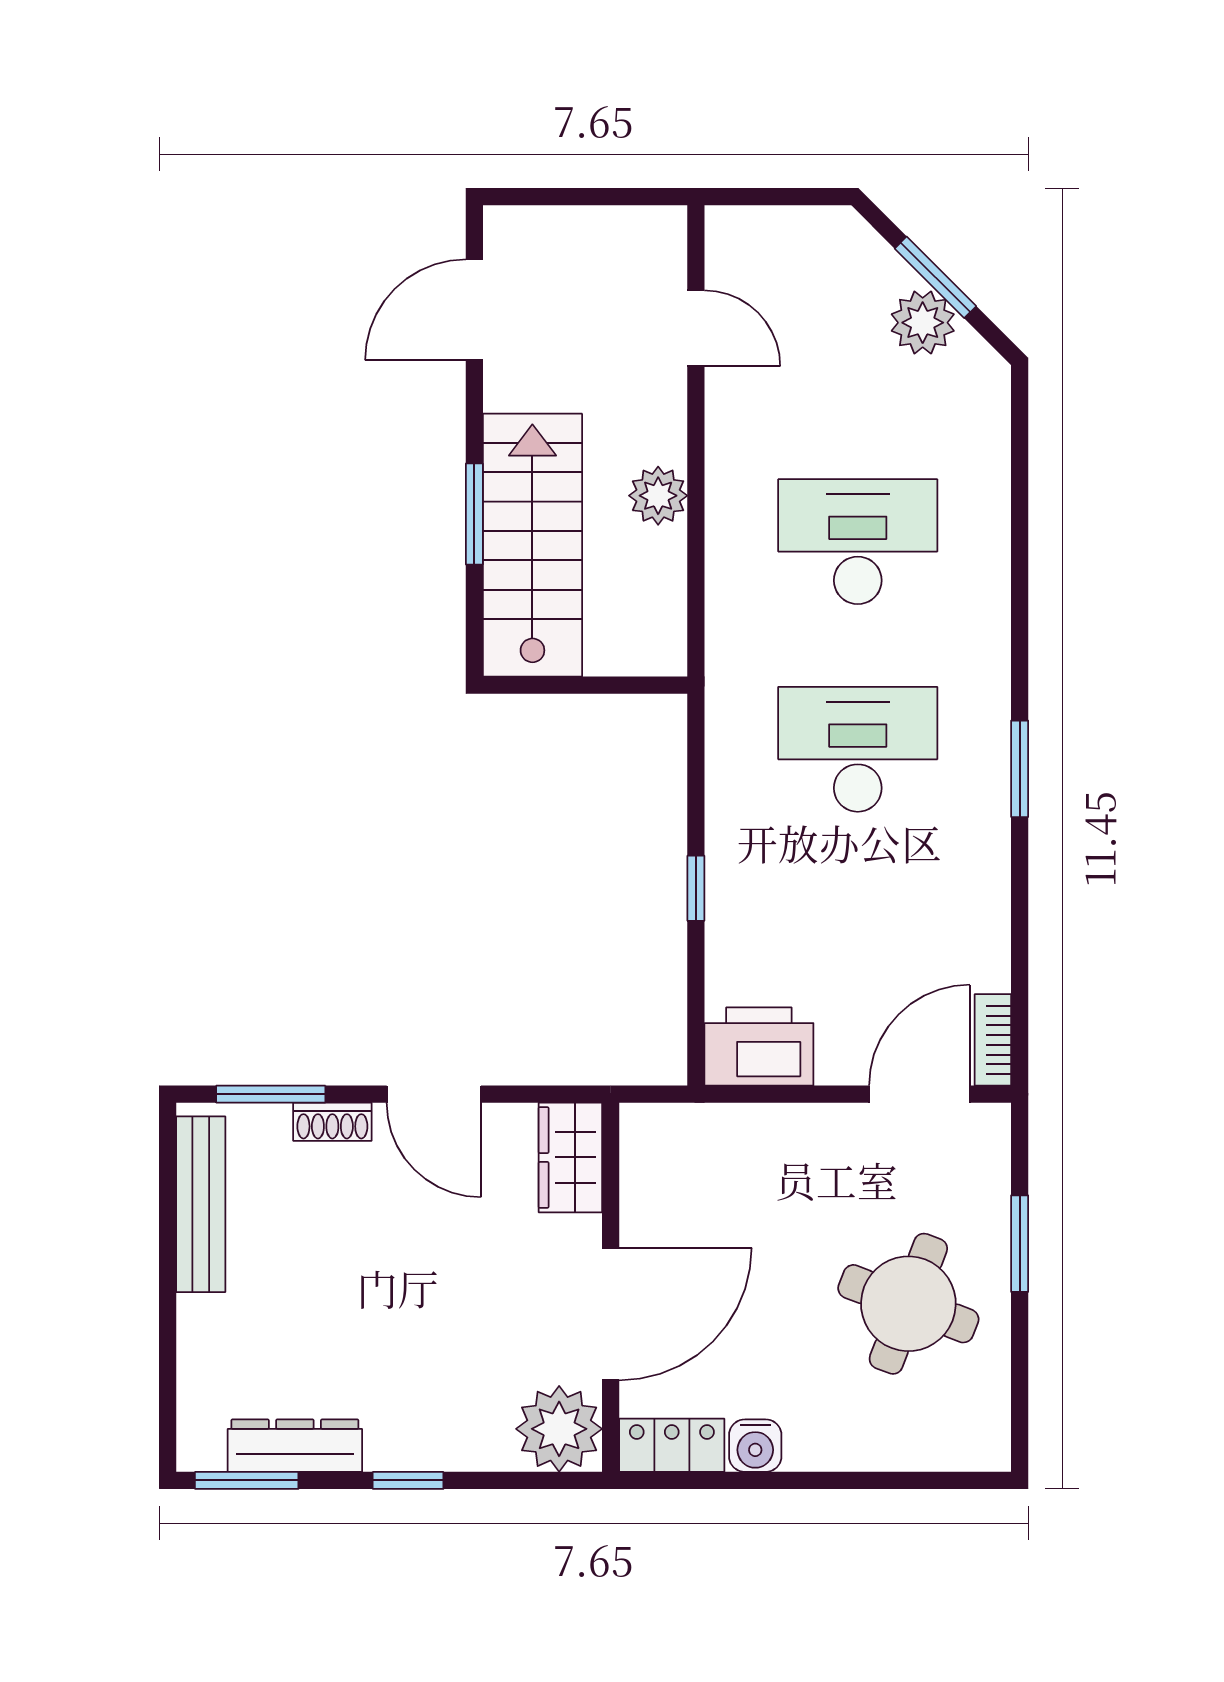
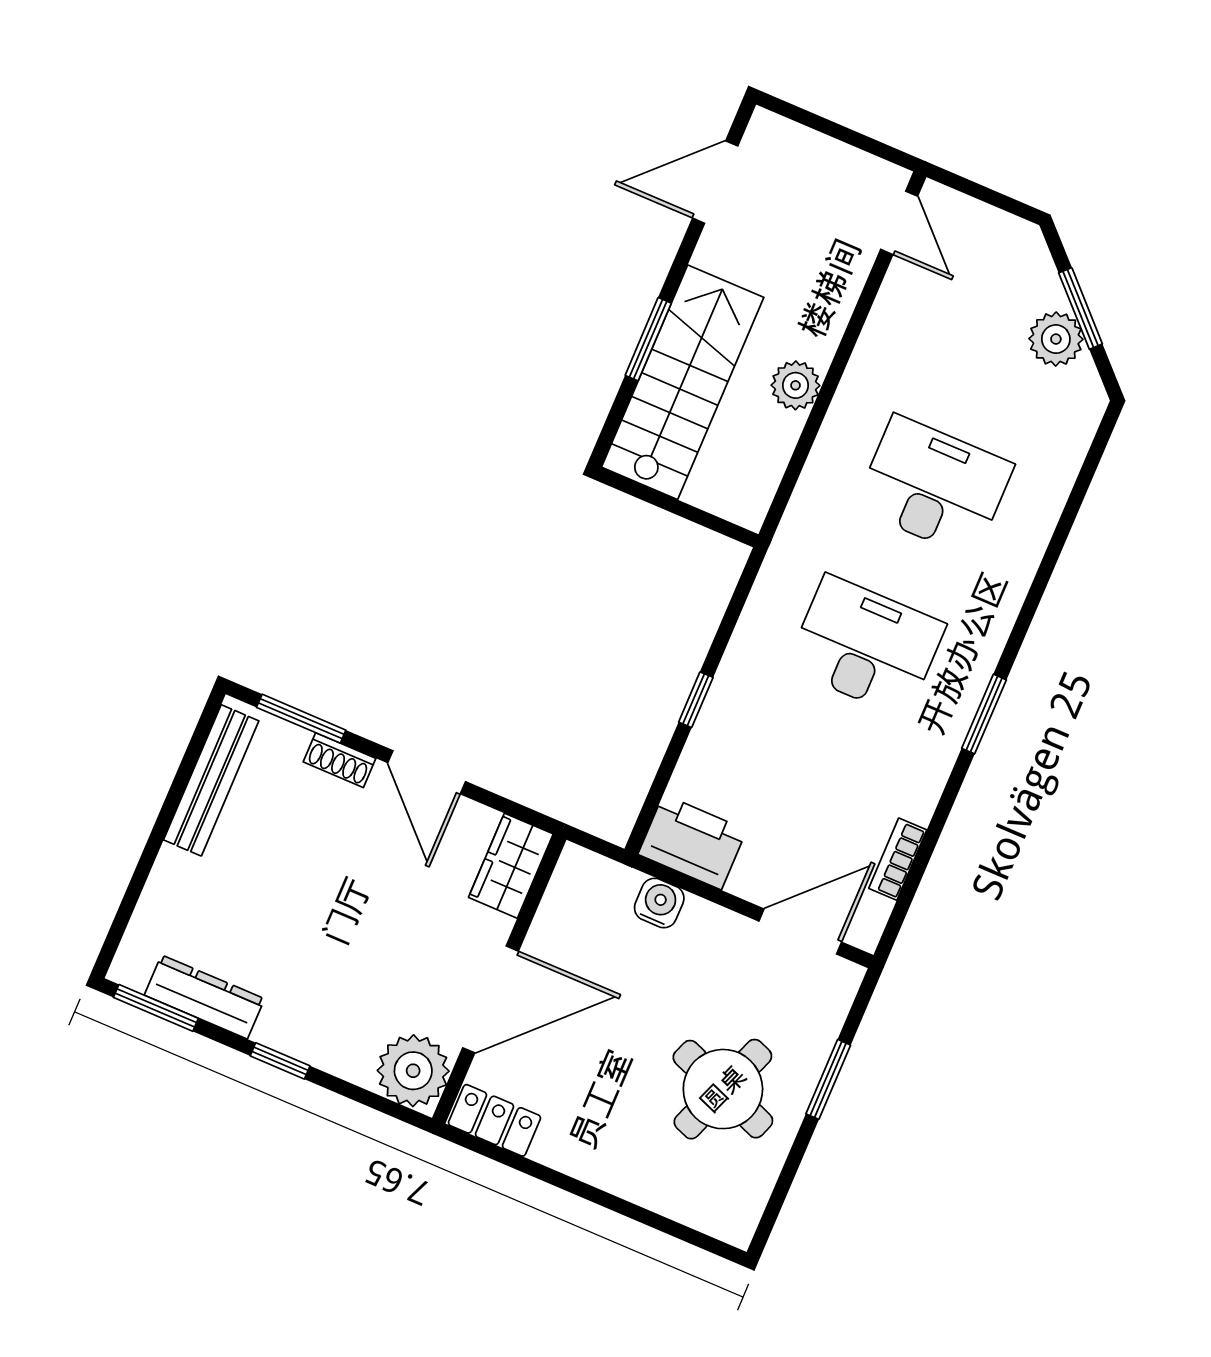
door: (696, 328) -> (899, 223), moved
bookcase: (993, 1040) -> (898, 859), moved
water cooler: (755, 1446) -> (659, 903), moved, turned 180

